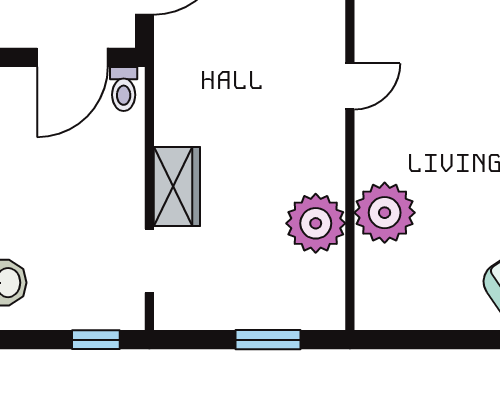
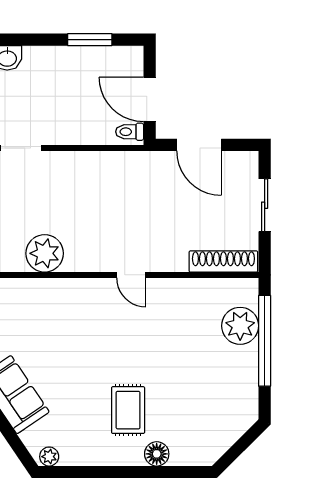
wardrobe: (177, 186) -> (68, 165), removed
plant: (385, 213) -> (51, 297), removed

